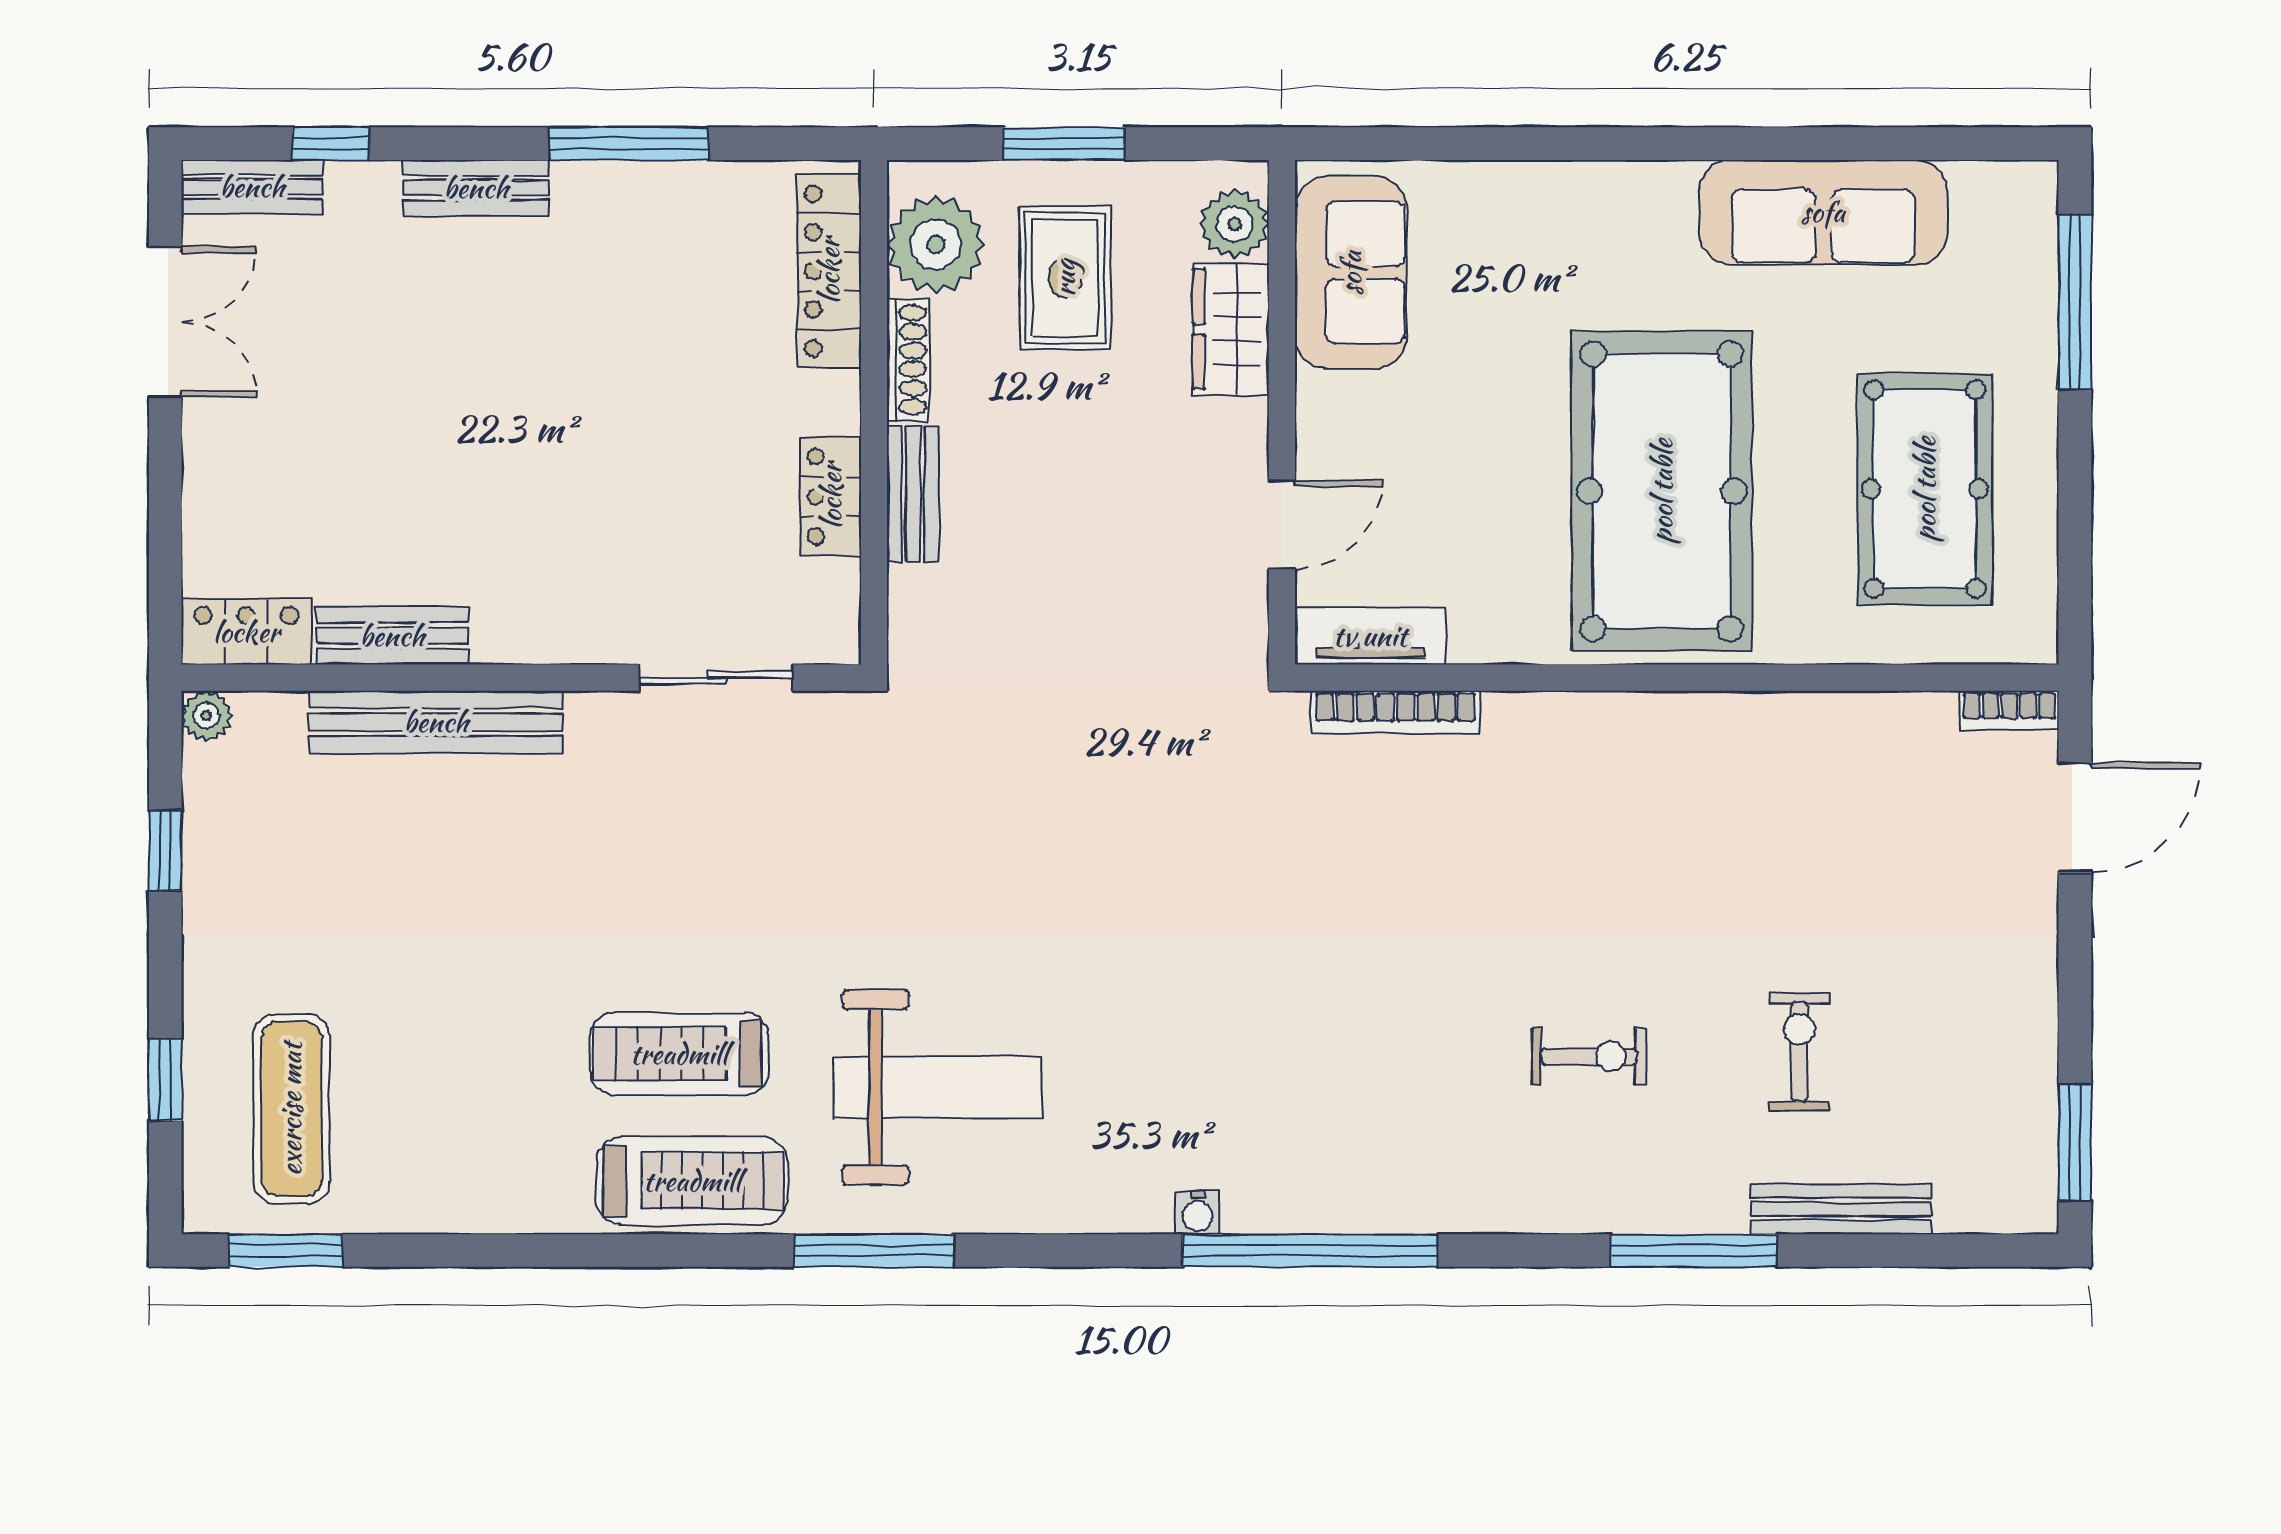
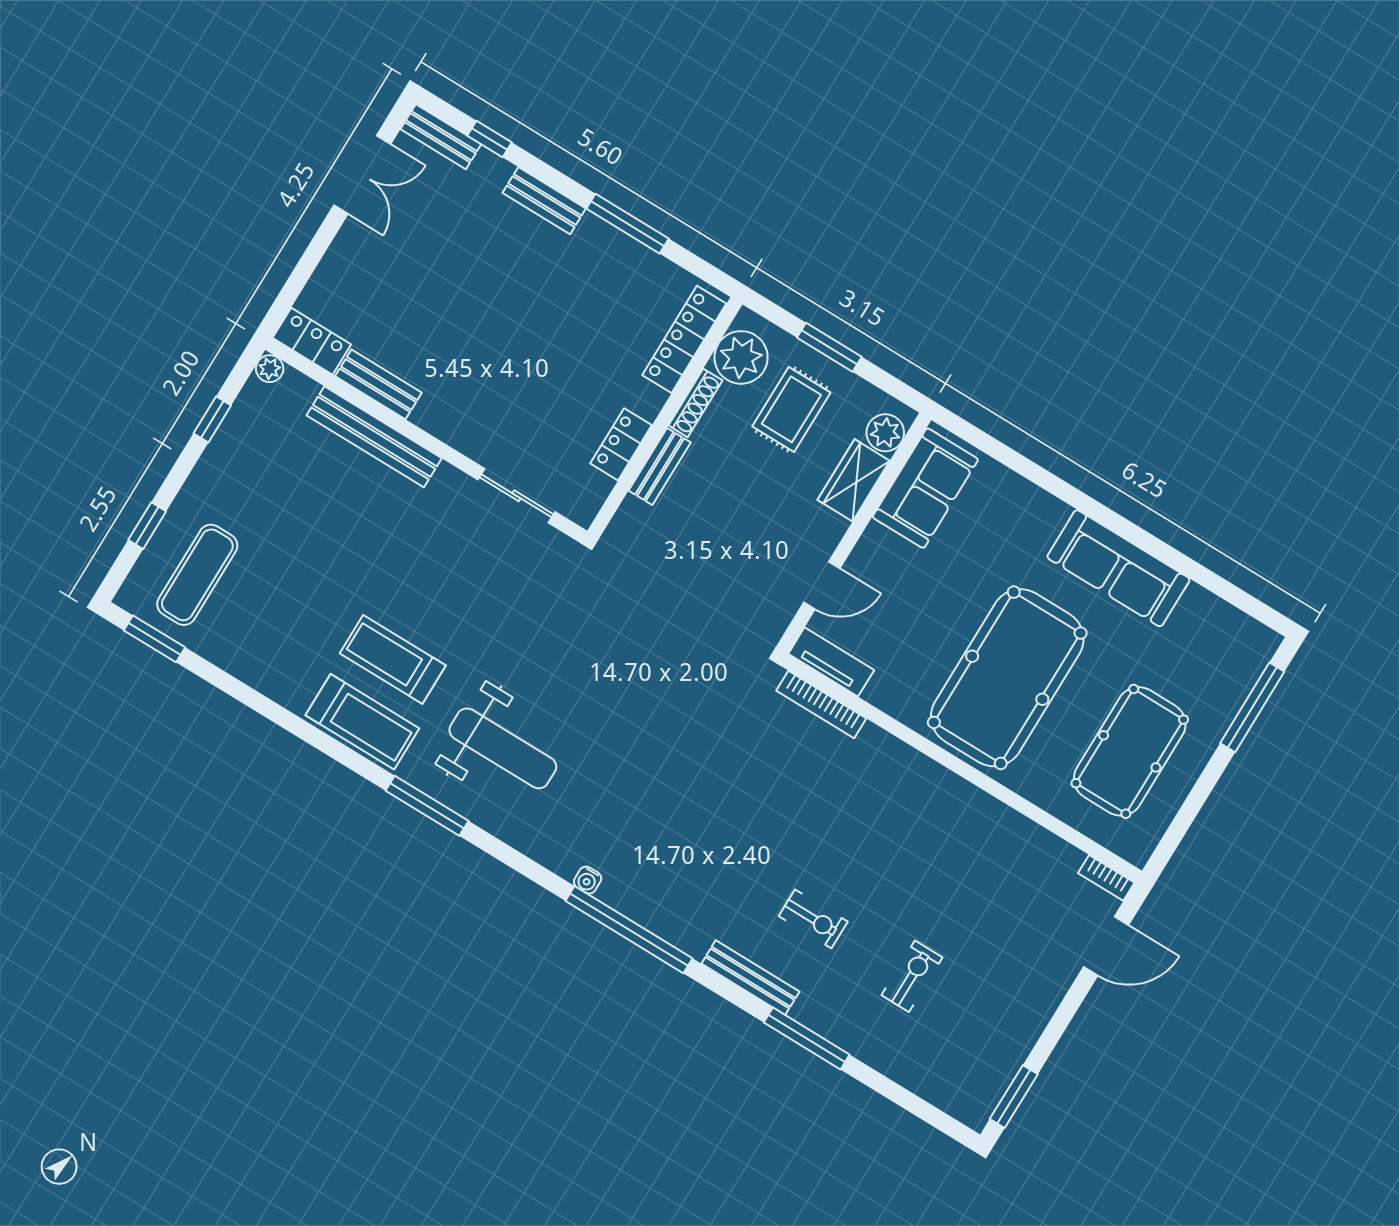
sofa: (1823, 212) -> (1118, 568), moved
bench: (1841, 1209) -> (750, 978), moved

